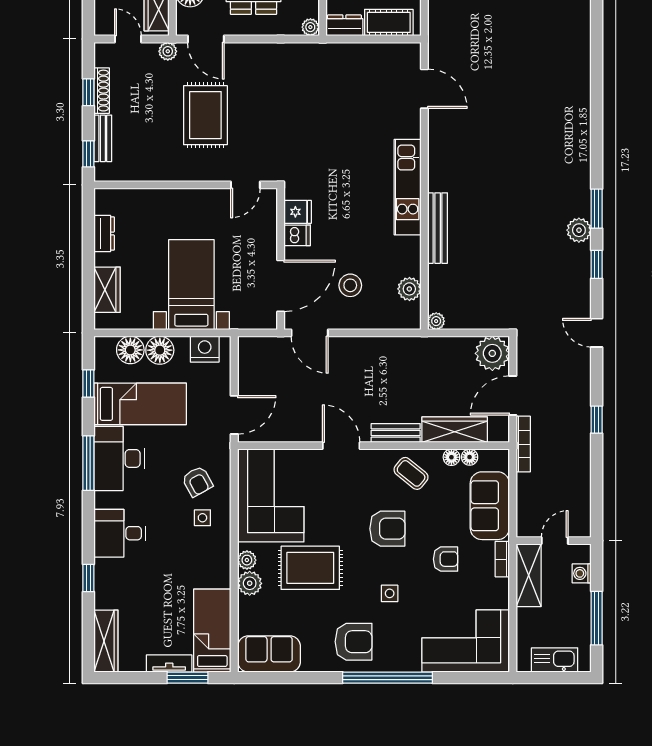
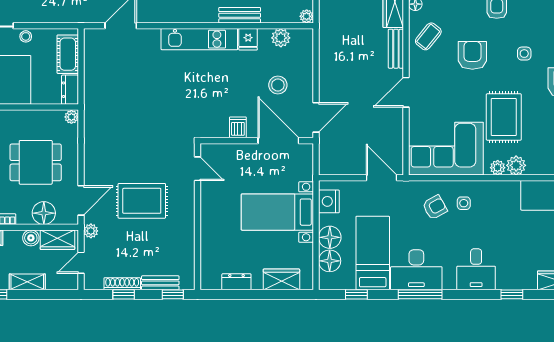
fridge: (298, 212) -> (248, 39), moved, turned 180
bench: (438, 228) -> (240, 15), width x0.73

